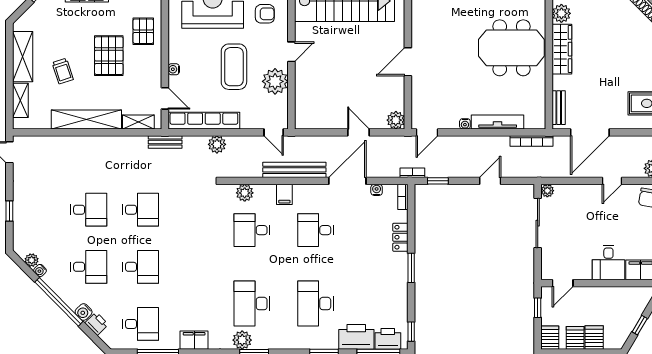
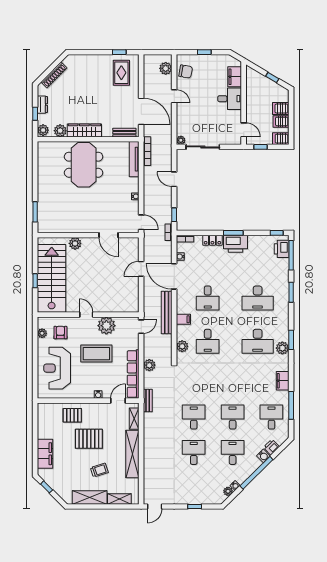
door: (408, 62) -> (109, 235), moved
plant: (396, 120) -> (75, 243), moved
tv unit: (498, 122) -> (134, 159), moved
printer: (356, 337) -> (235, 244), moved, turned -90

